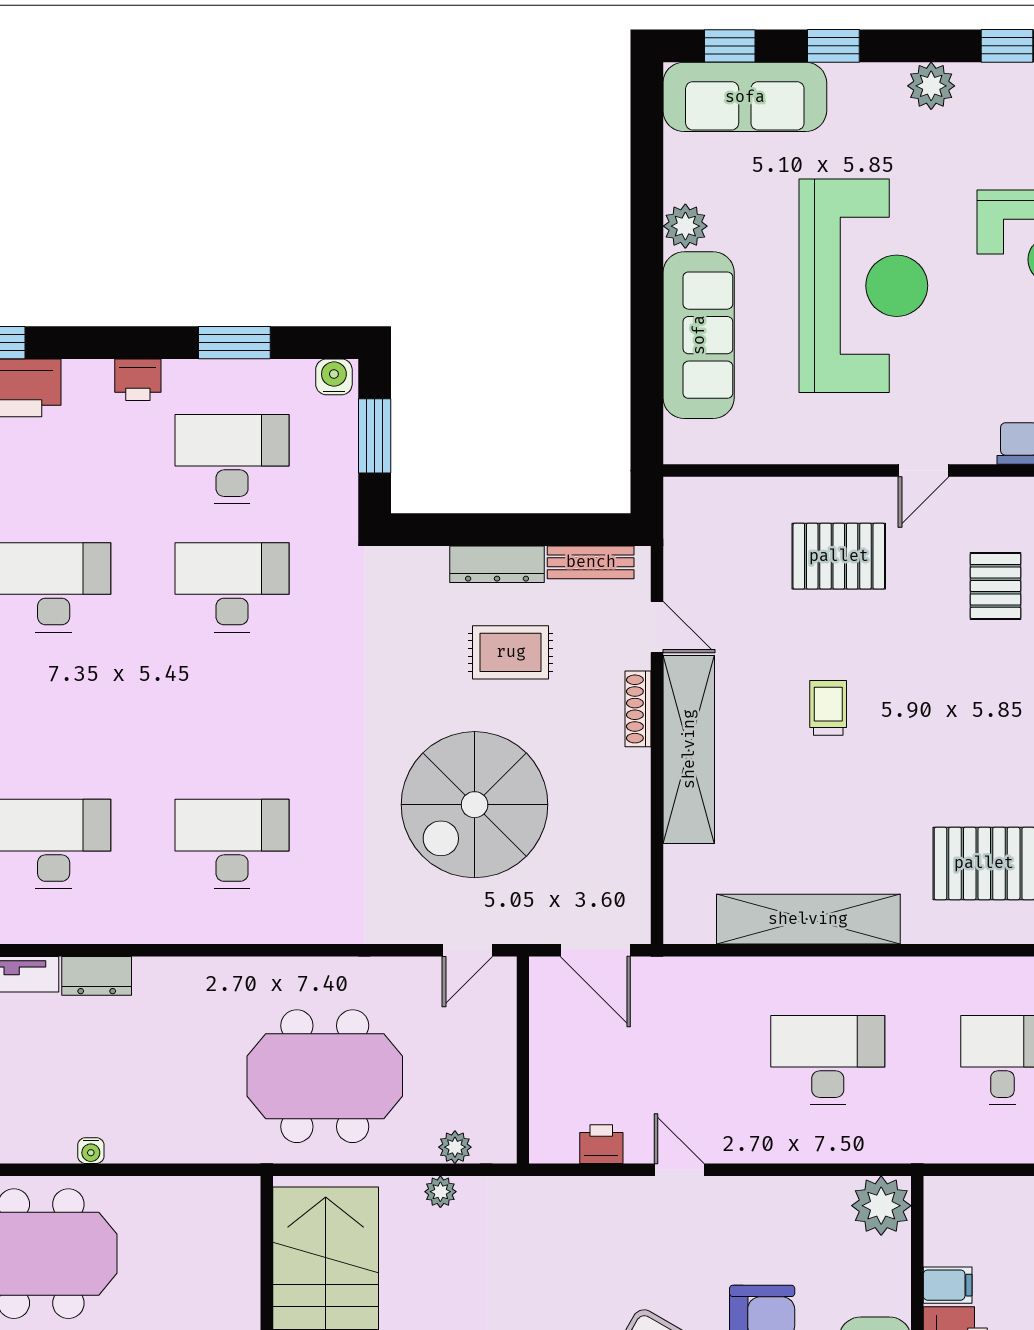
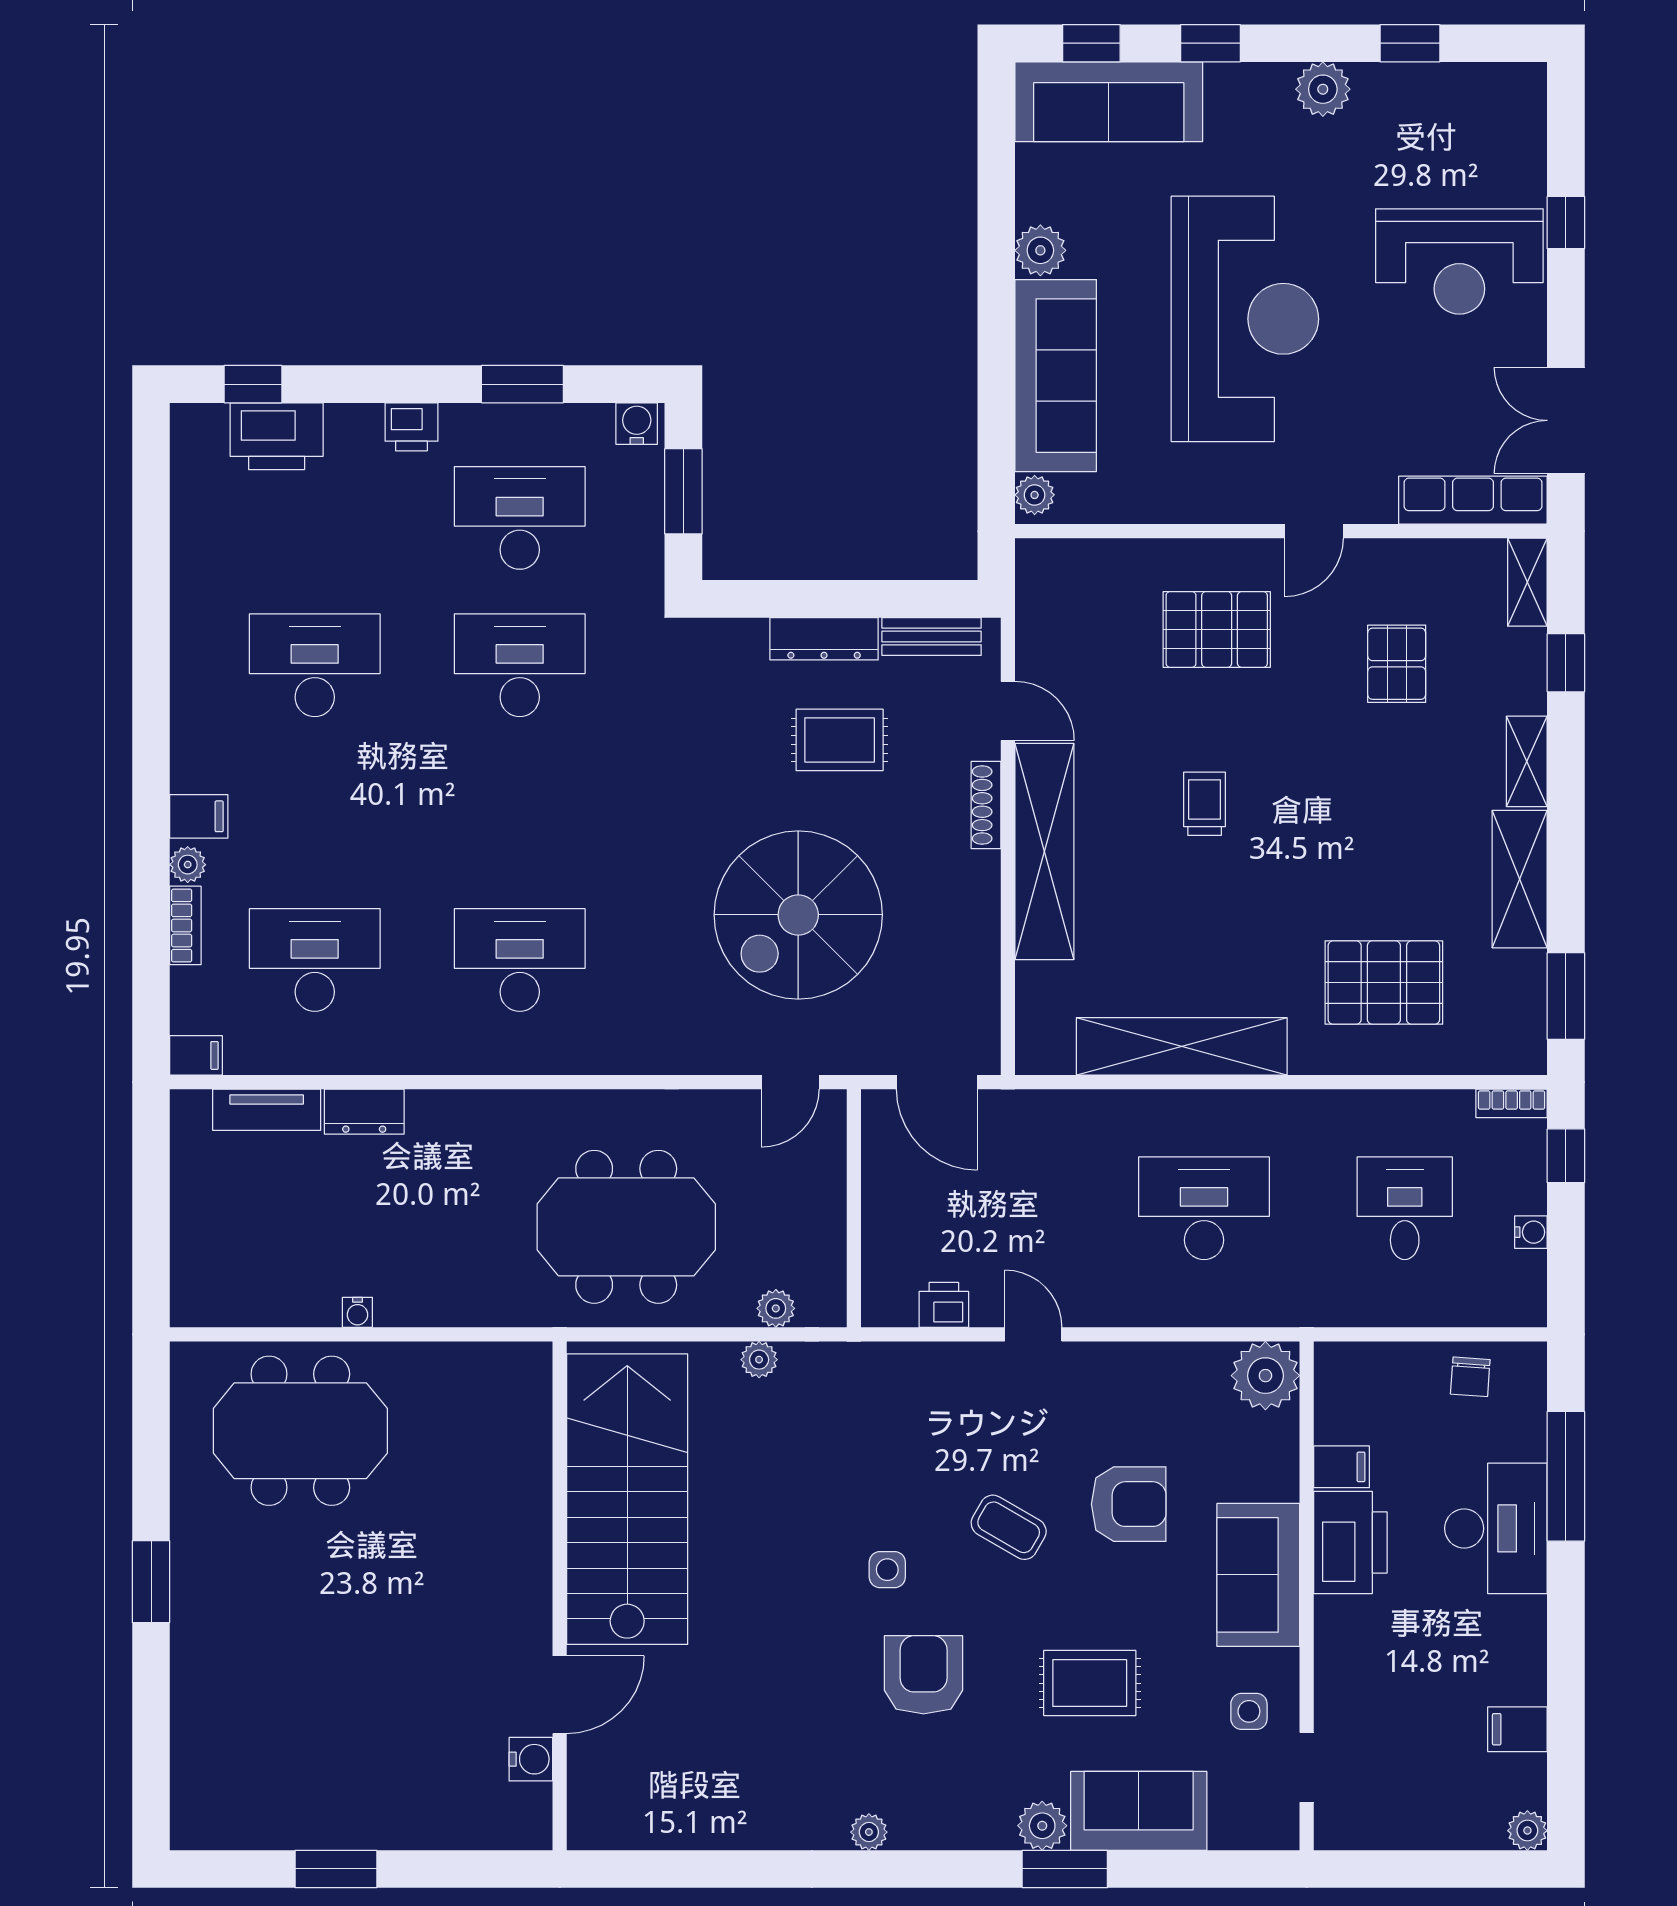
plant: (680, 439) -> (1035, 495), added

